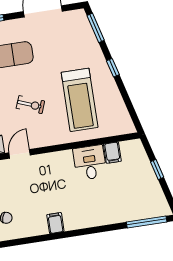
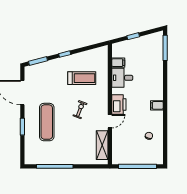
treadmill: (80, 100) -> (82, 78), width x0.73, depth x0.73
door: (20, 154) -> (110, 121), swing flipped
printer: (48, 164) -> (119, 105), added

